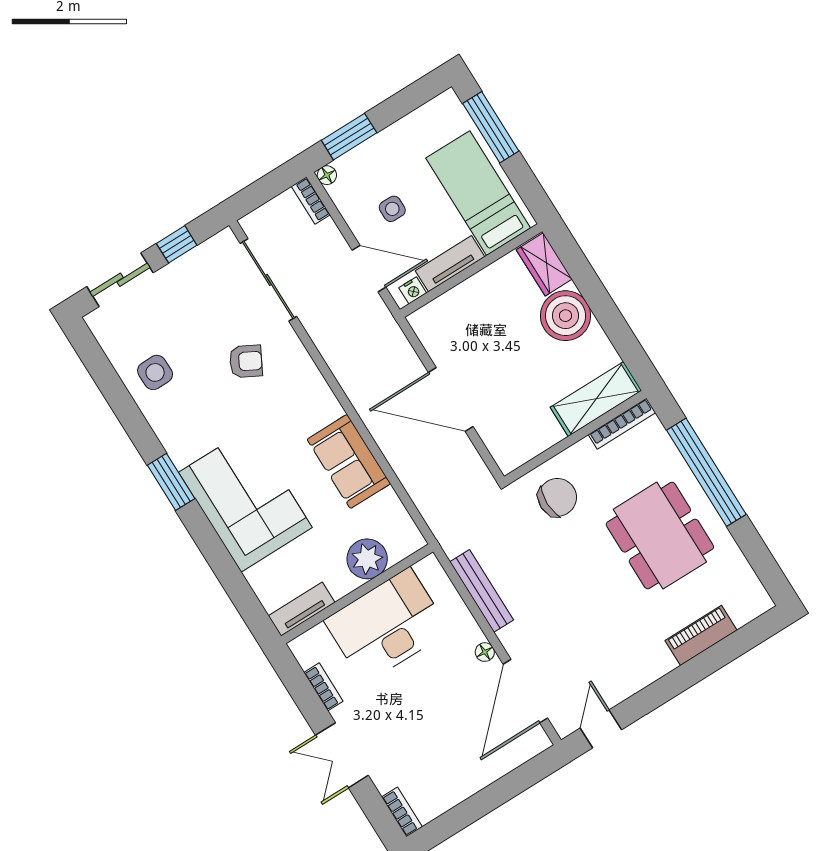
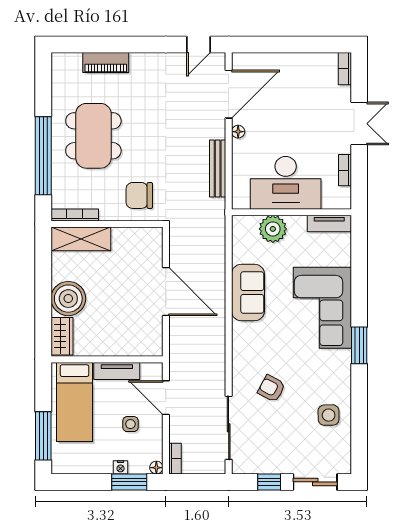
nightstand: (413, 290) -> (121, 467), moved, turned 180

